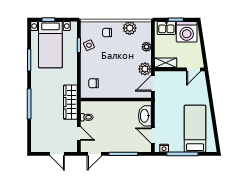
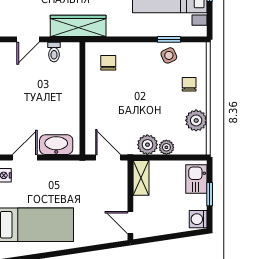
washing machine: (187, 32) -> (198, 219), width x0.53, depth x0.53
plant: (145, 69) -> (147, 145), moved

